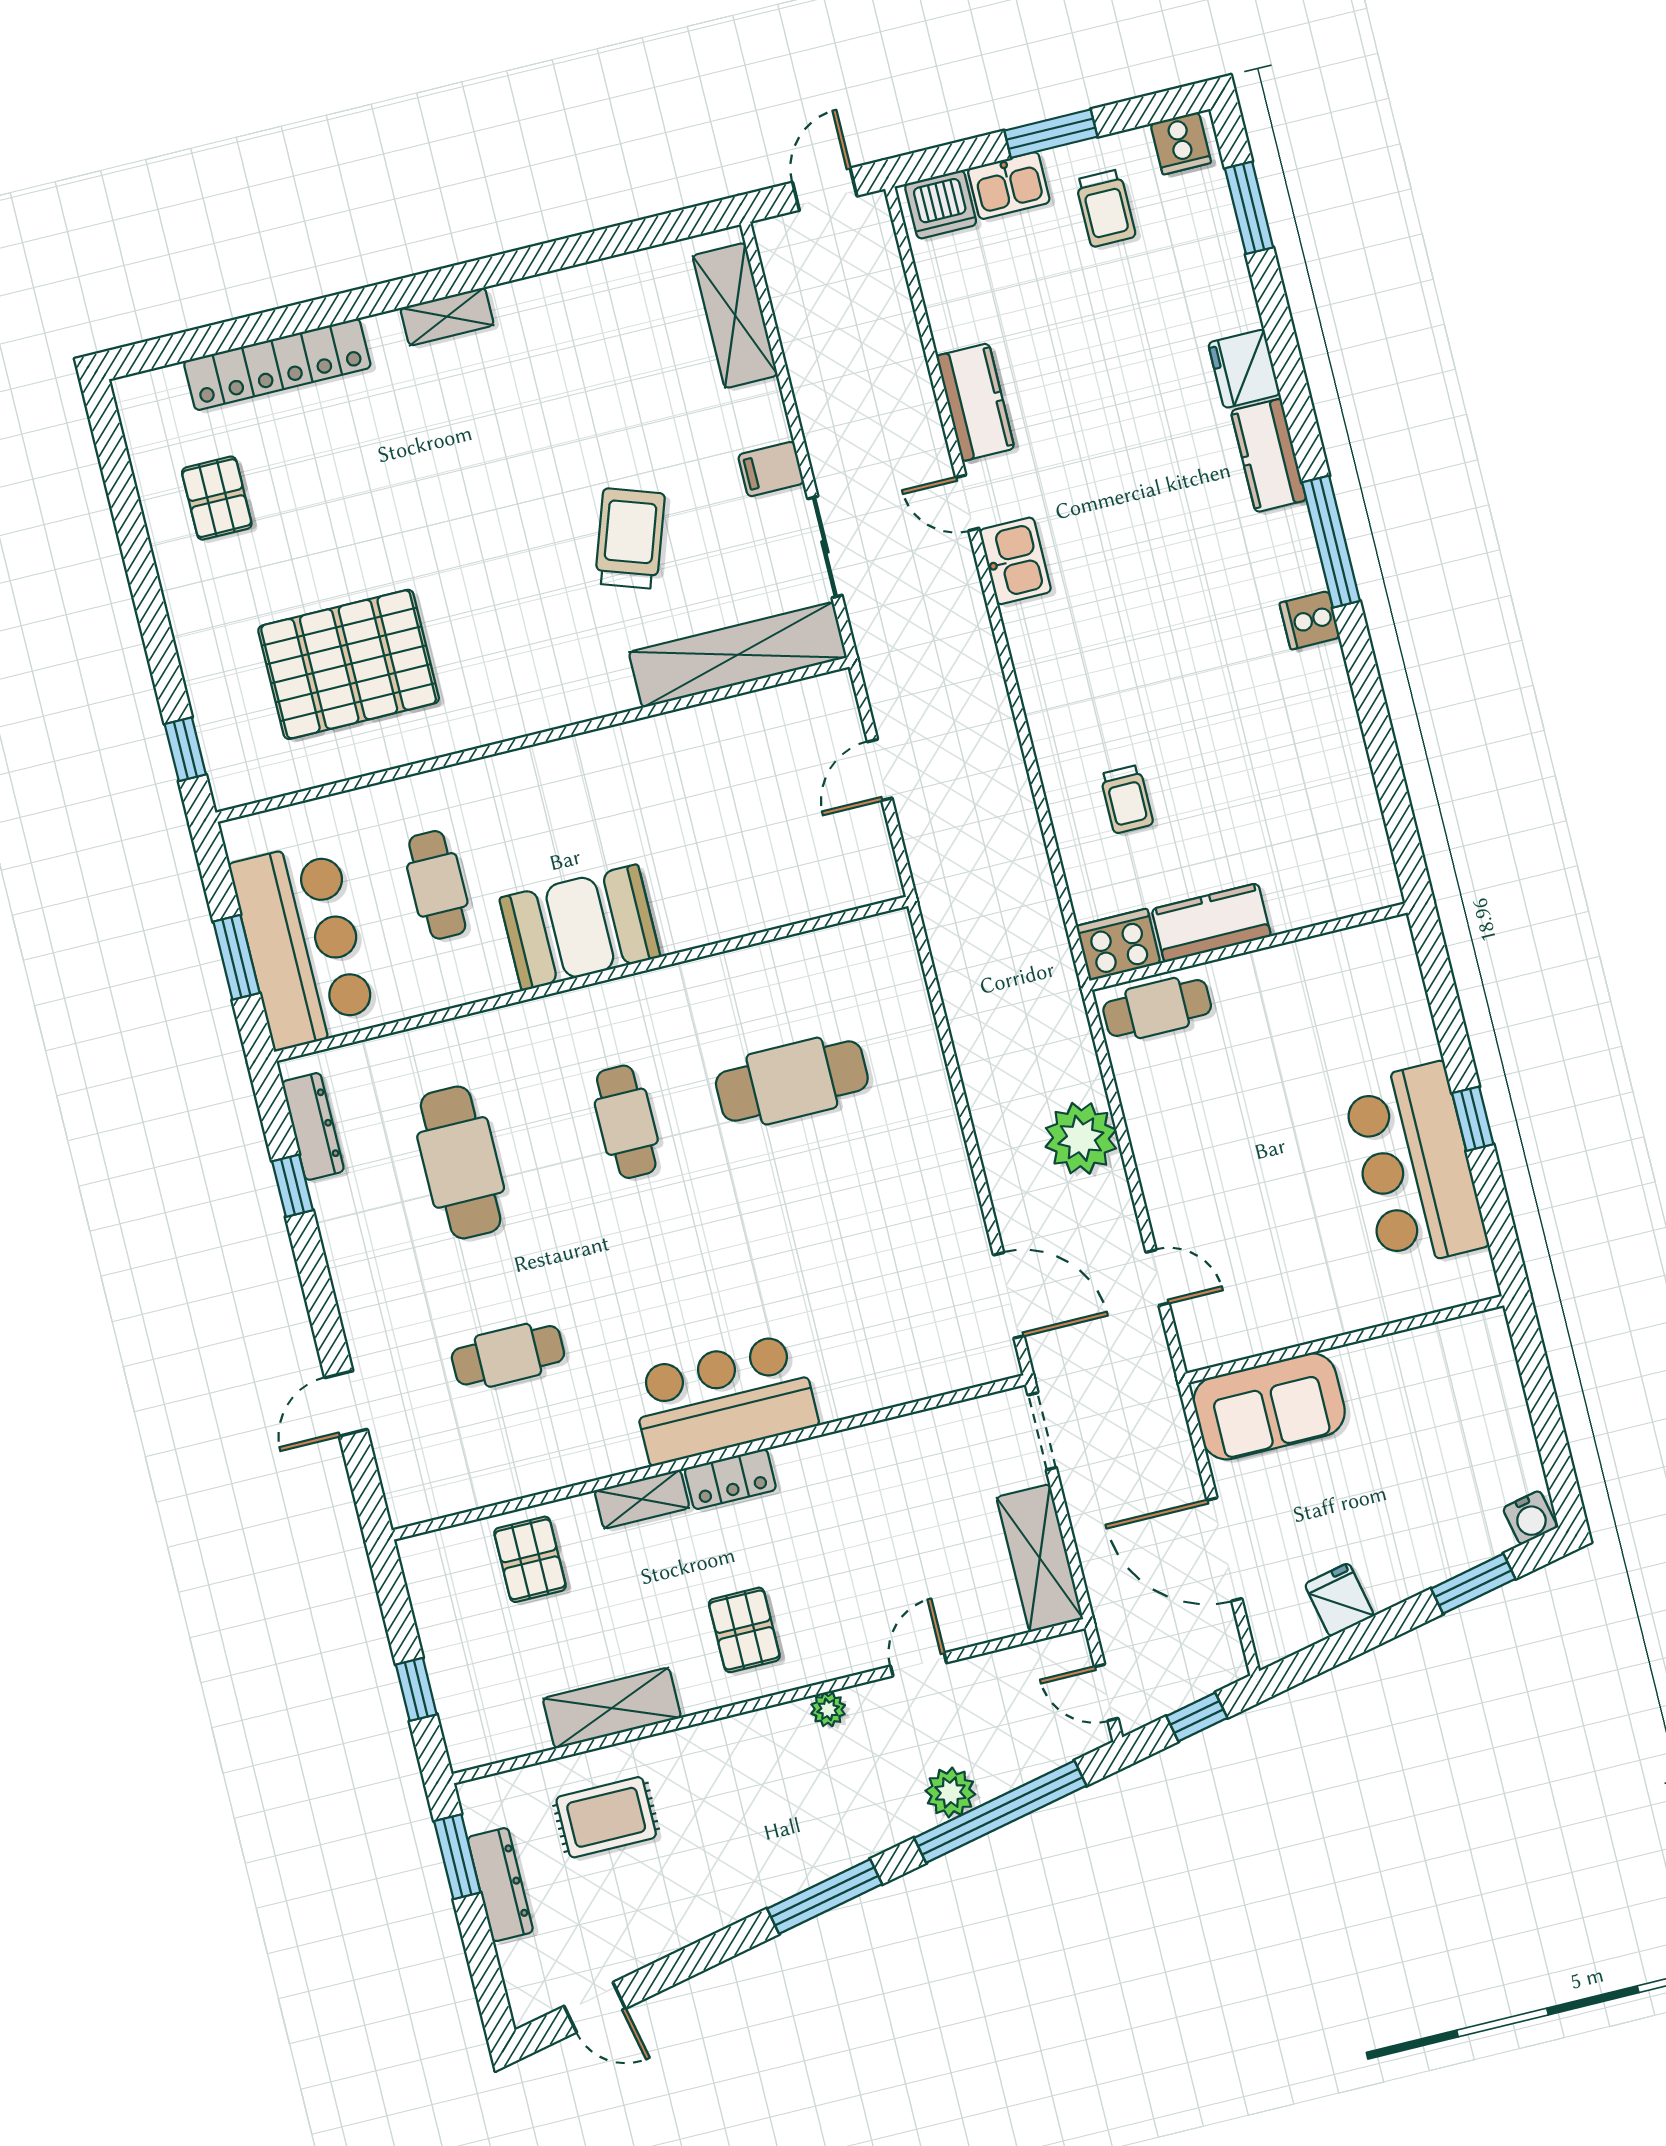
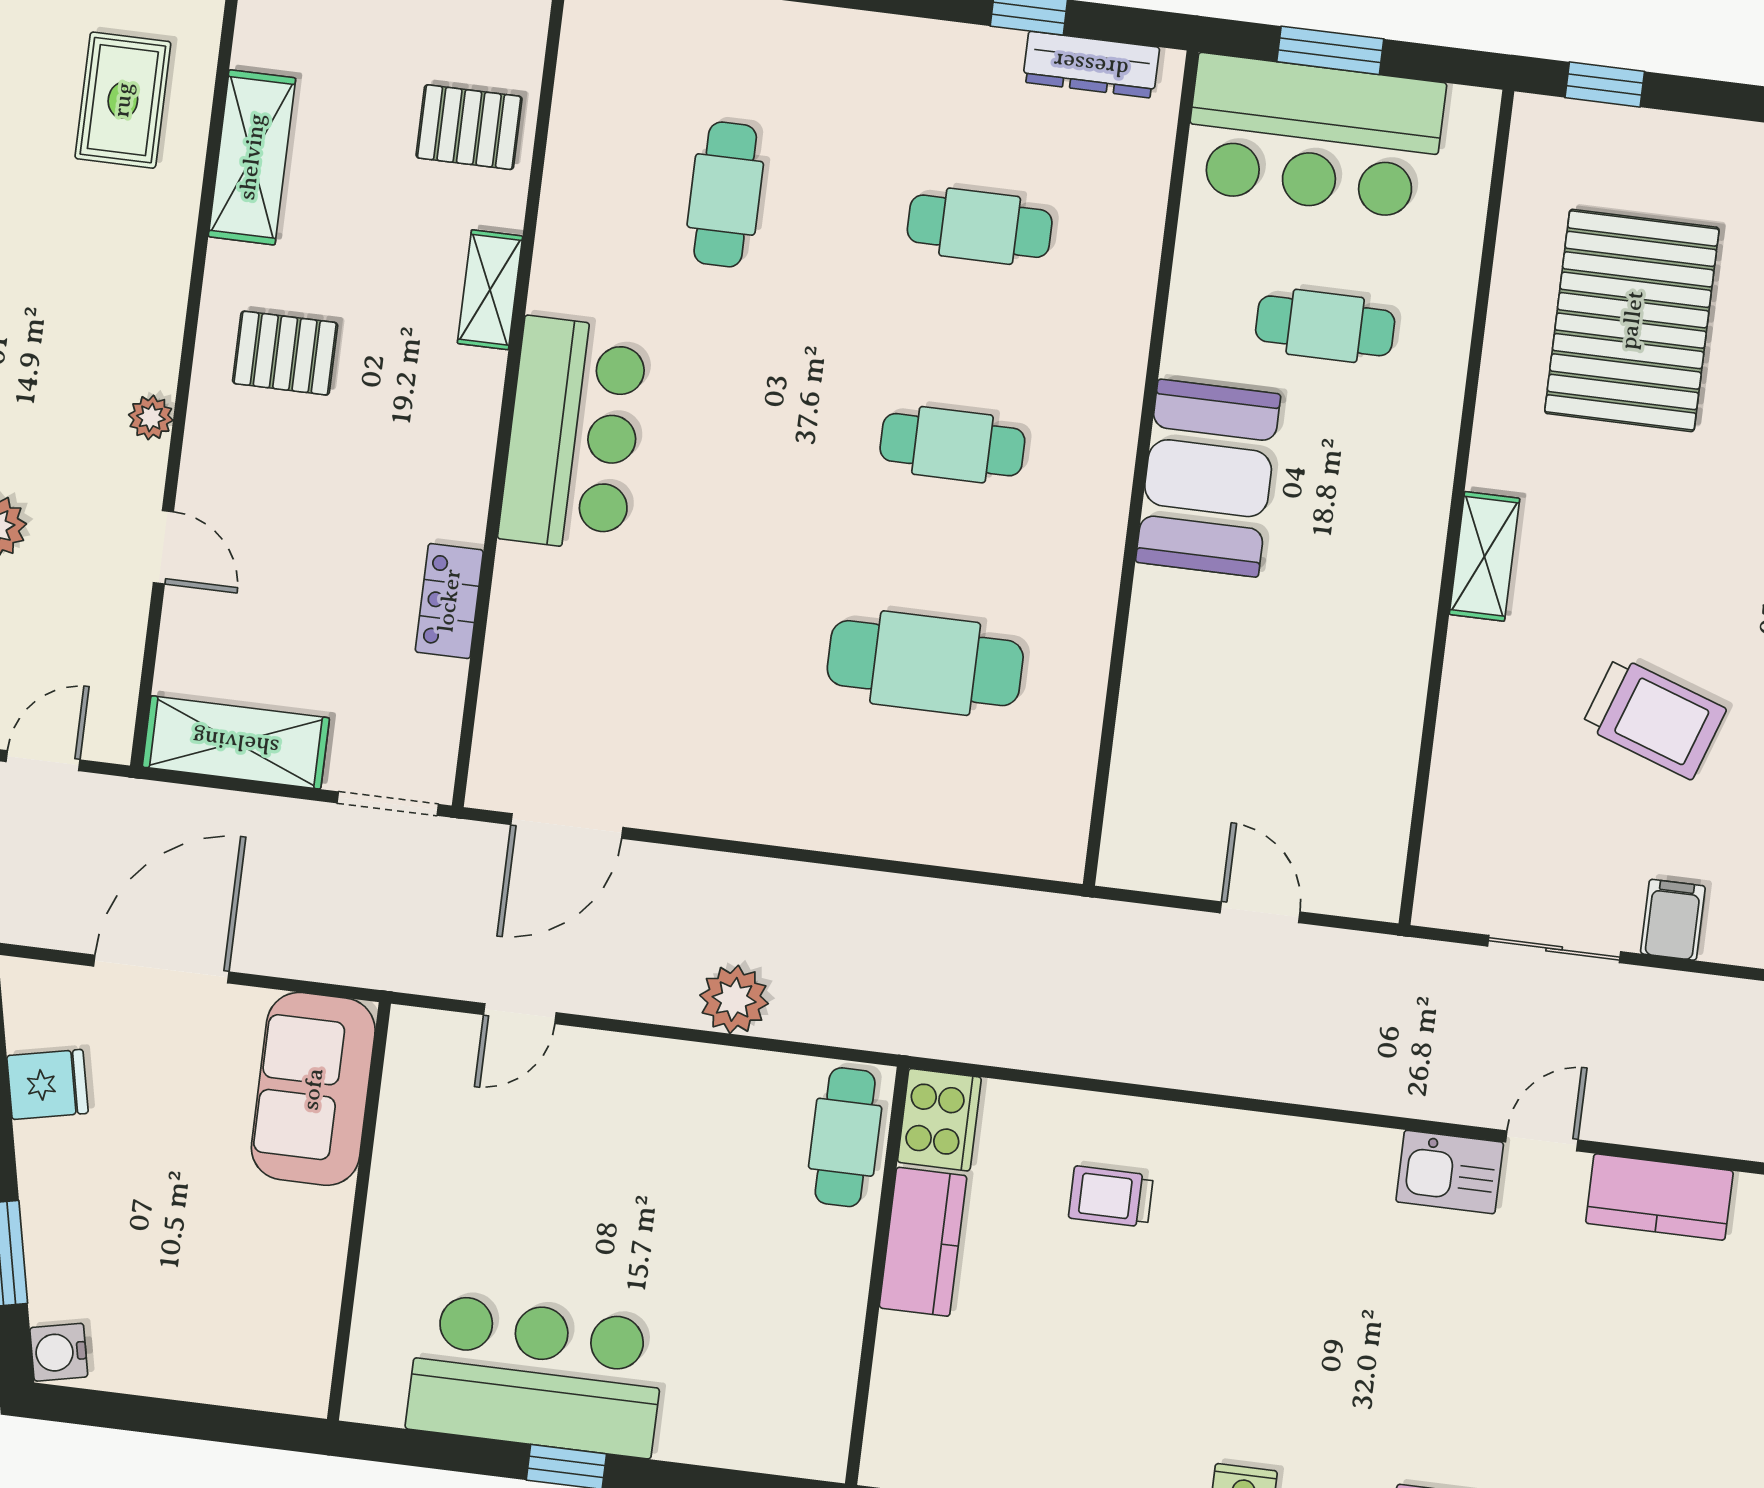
shelving: (738, 655) -> (1484, 556), moved, width x0.45, depth x0.75
cafe table: (792, 1081) -> (925, 663), turned 90
plant: (1081, 1138) -> (734, 999), width x0.73, depth x0.73
cafe table: (461, 1162) -> (980, 226), width x0.73, depth x0.74
locker: (730, 1479) -> (449, 601), moved

